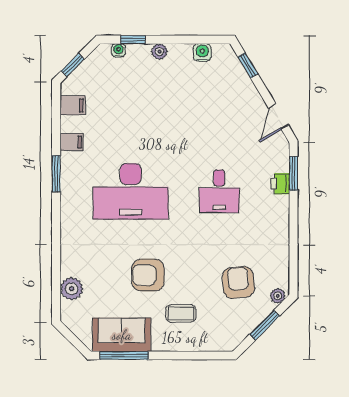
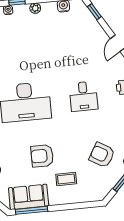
armchair: (238, 282) -> (102, 155), turned -55

